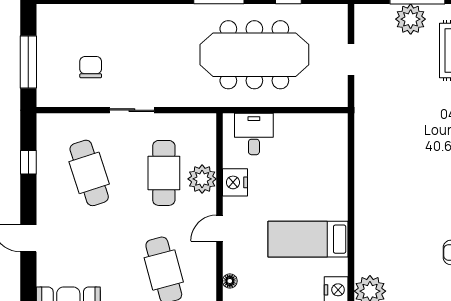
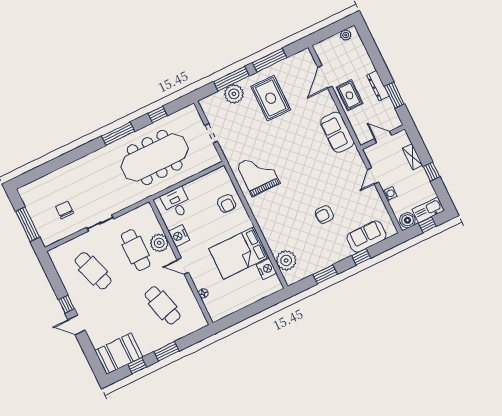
grand piano: (390, 150) -> (258, 174), added
window: (28, 162) -> (66, 304), moved
armchair: (325, 170) -> (227, 204), added
door: (220, 228) -> (183, 266), hinge flipped
bed: (308, 239) -> (239, 253), width x1.50

